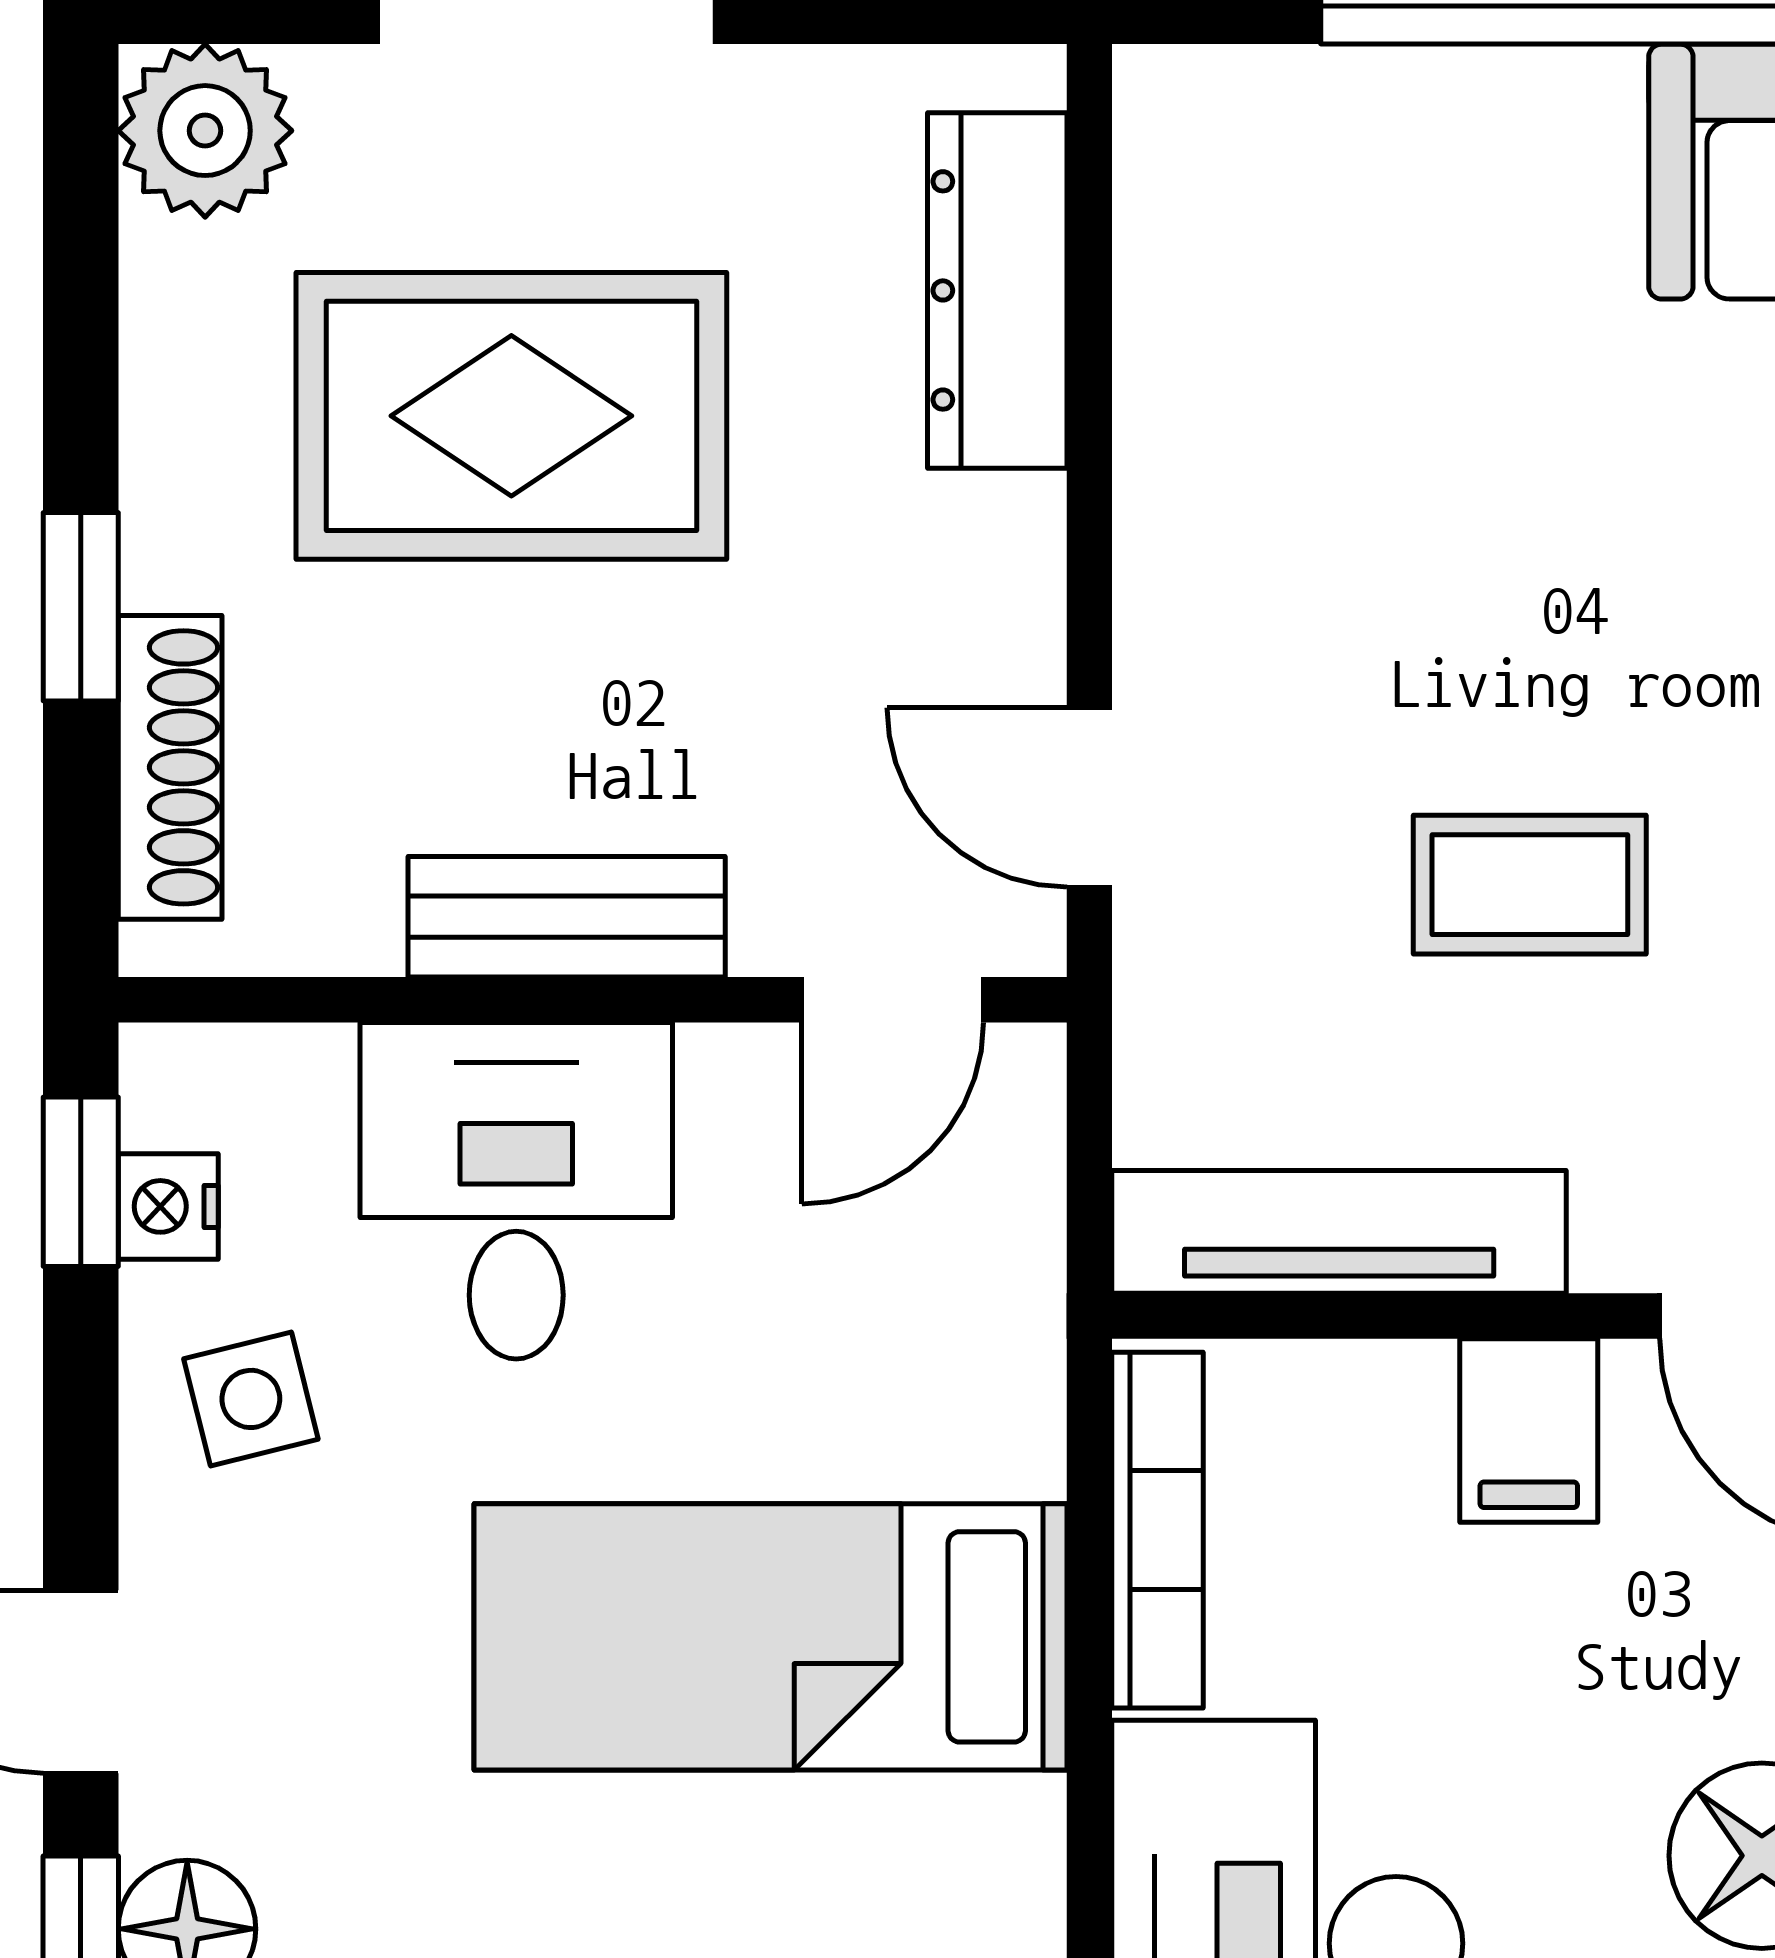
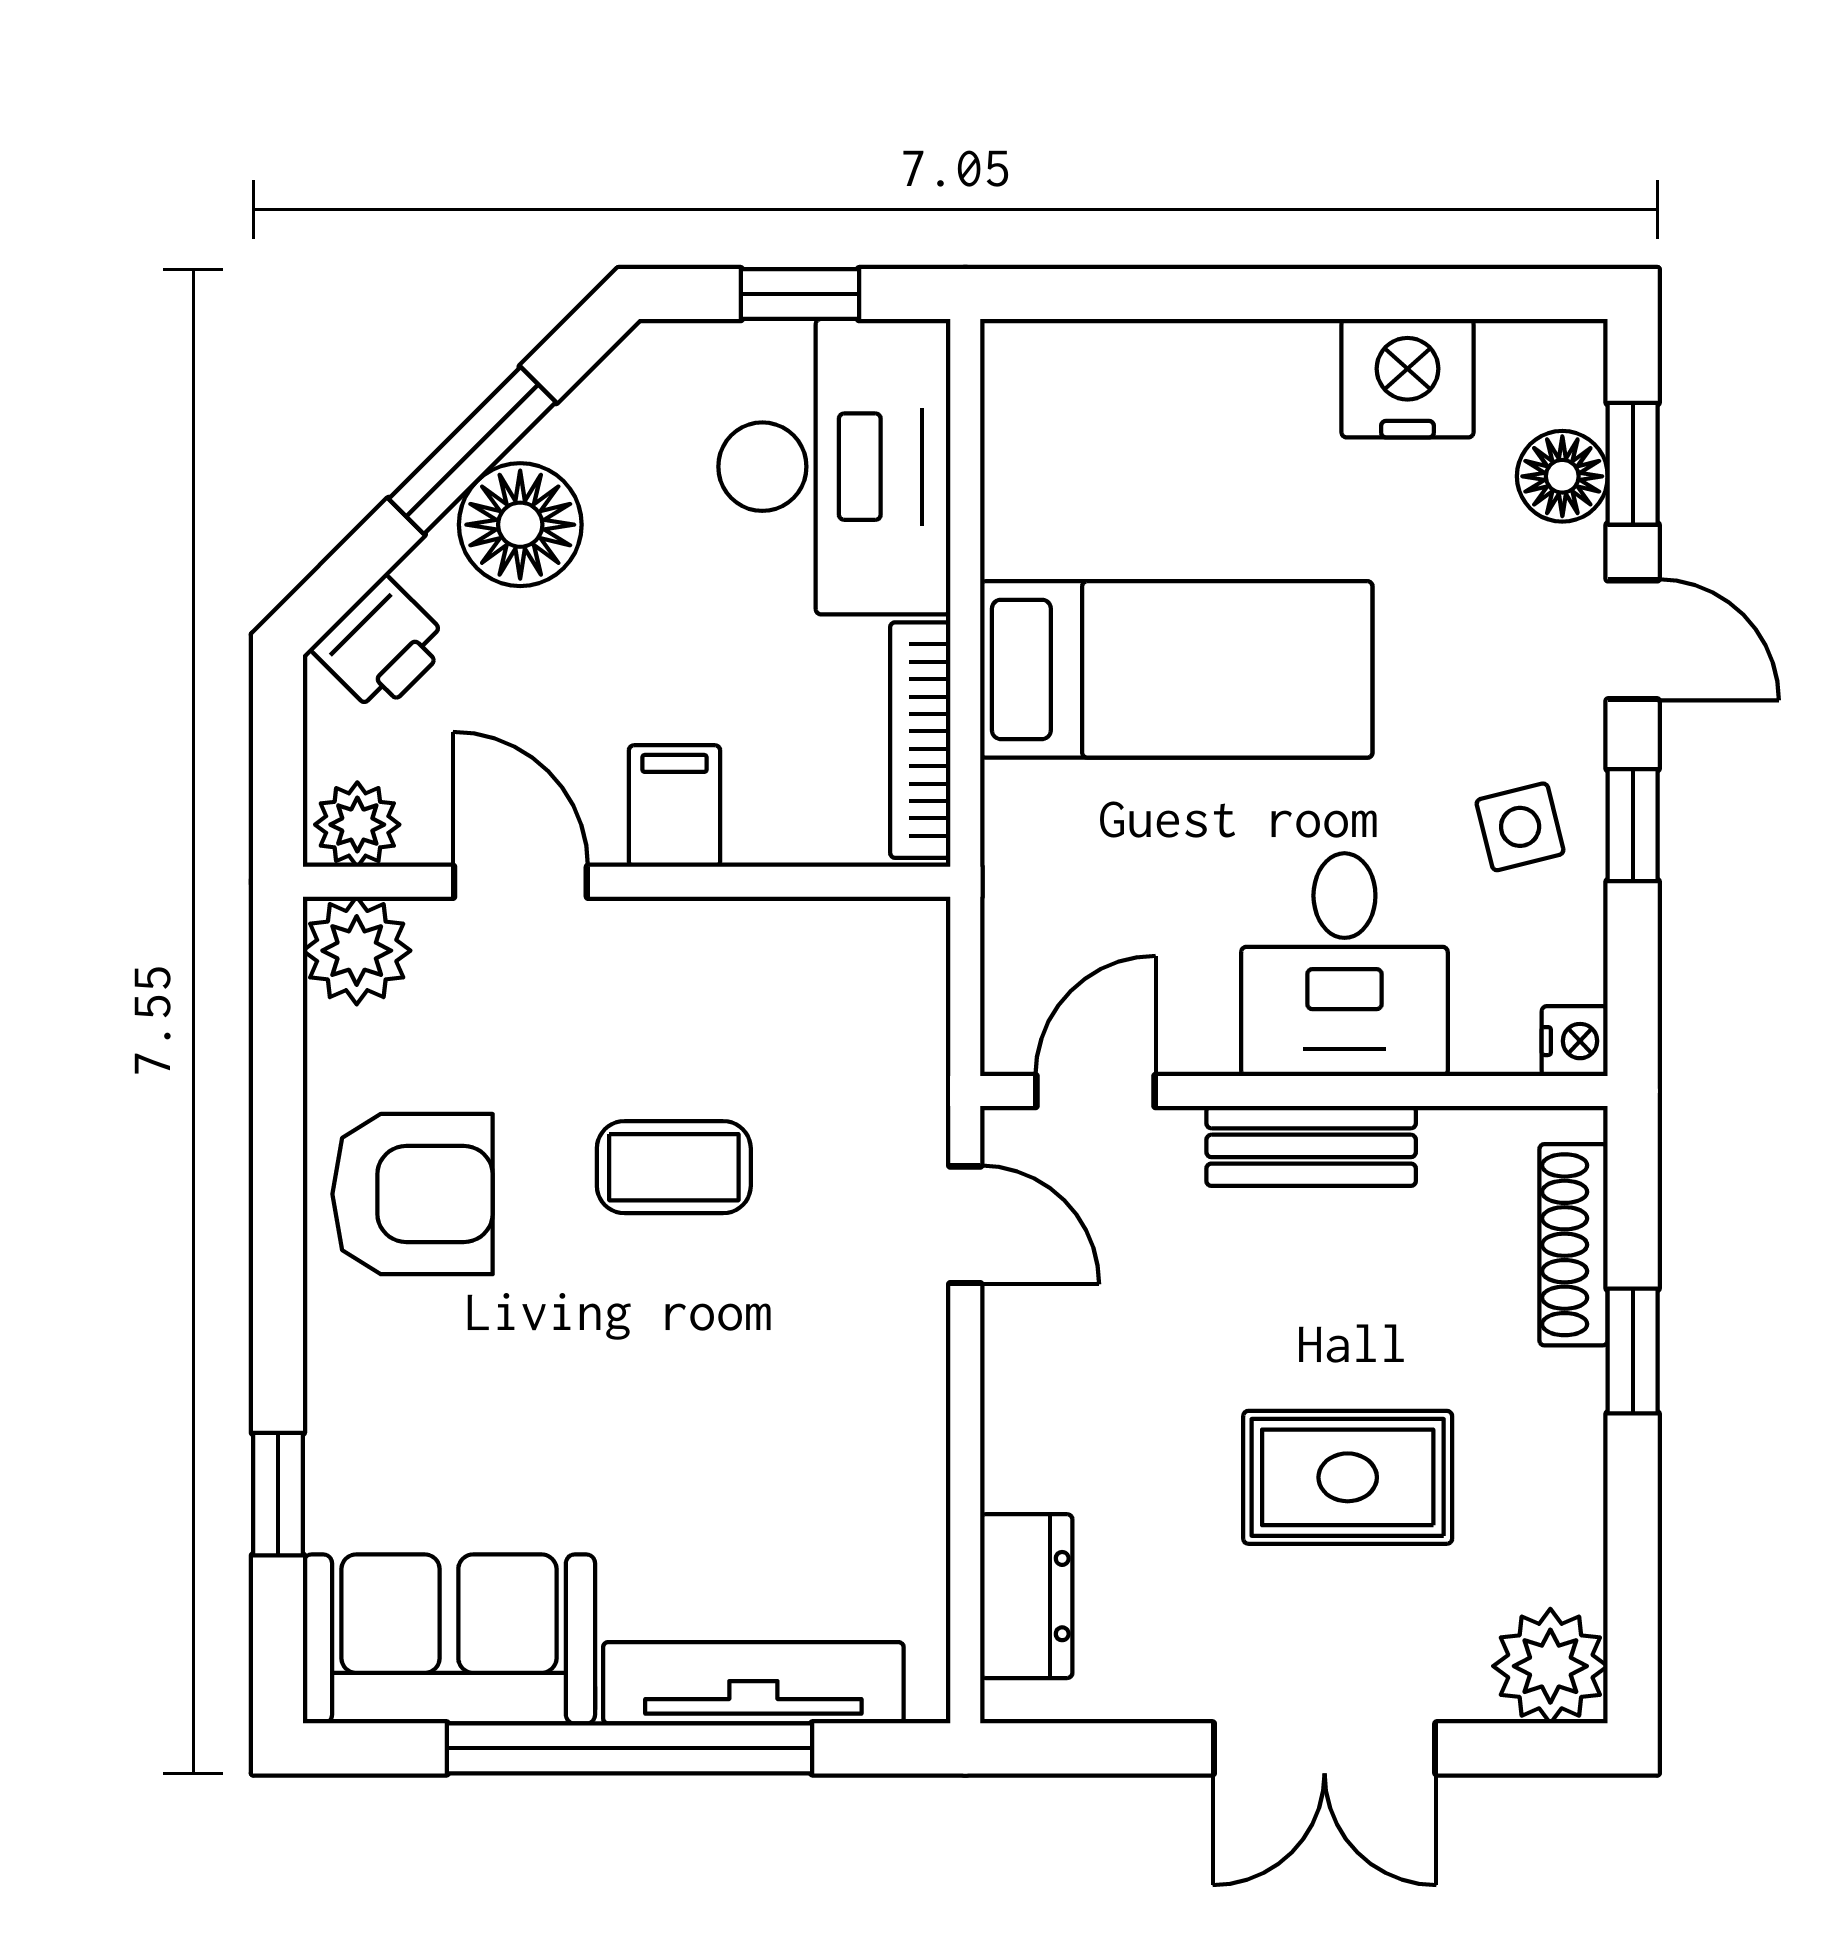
dresser: (997, 290) -> (1026, 1596), width x0.70
rug: (511, 416) -> (1348, 1477), width x0.73, depth x0.70
window: (81, 1182) -> (1633, 825), moved
nightstand: (168, 1206) -> (1575, 1041), moved
tv unit: (1339, 1232) -> (753, 1683), moved, turned 180

